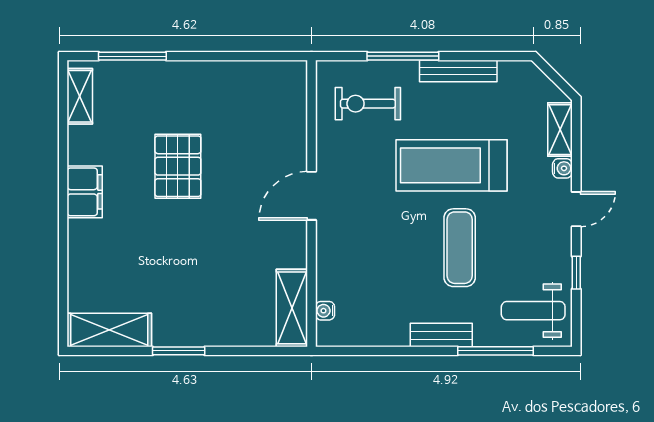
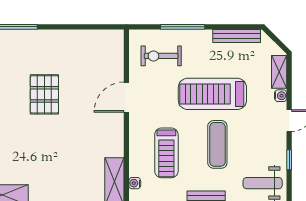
bench: (458, 71) -> (237, 36), moved
door: (312, 196) -> (126, 97), moved
treadmill: (377, 261) -> (166, 153), added

